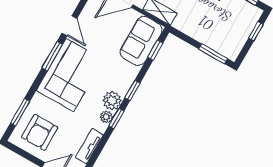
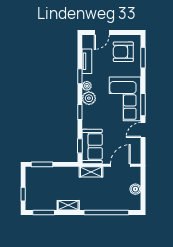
door: (69, 26) -> (143, 130), hinge flipped
window: (116, 118) -> (80, 76), moved
armchair: (40, 132) -> (123, 52), turned -90

